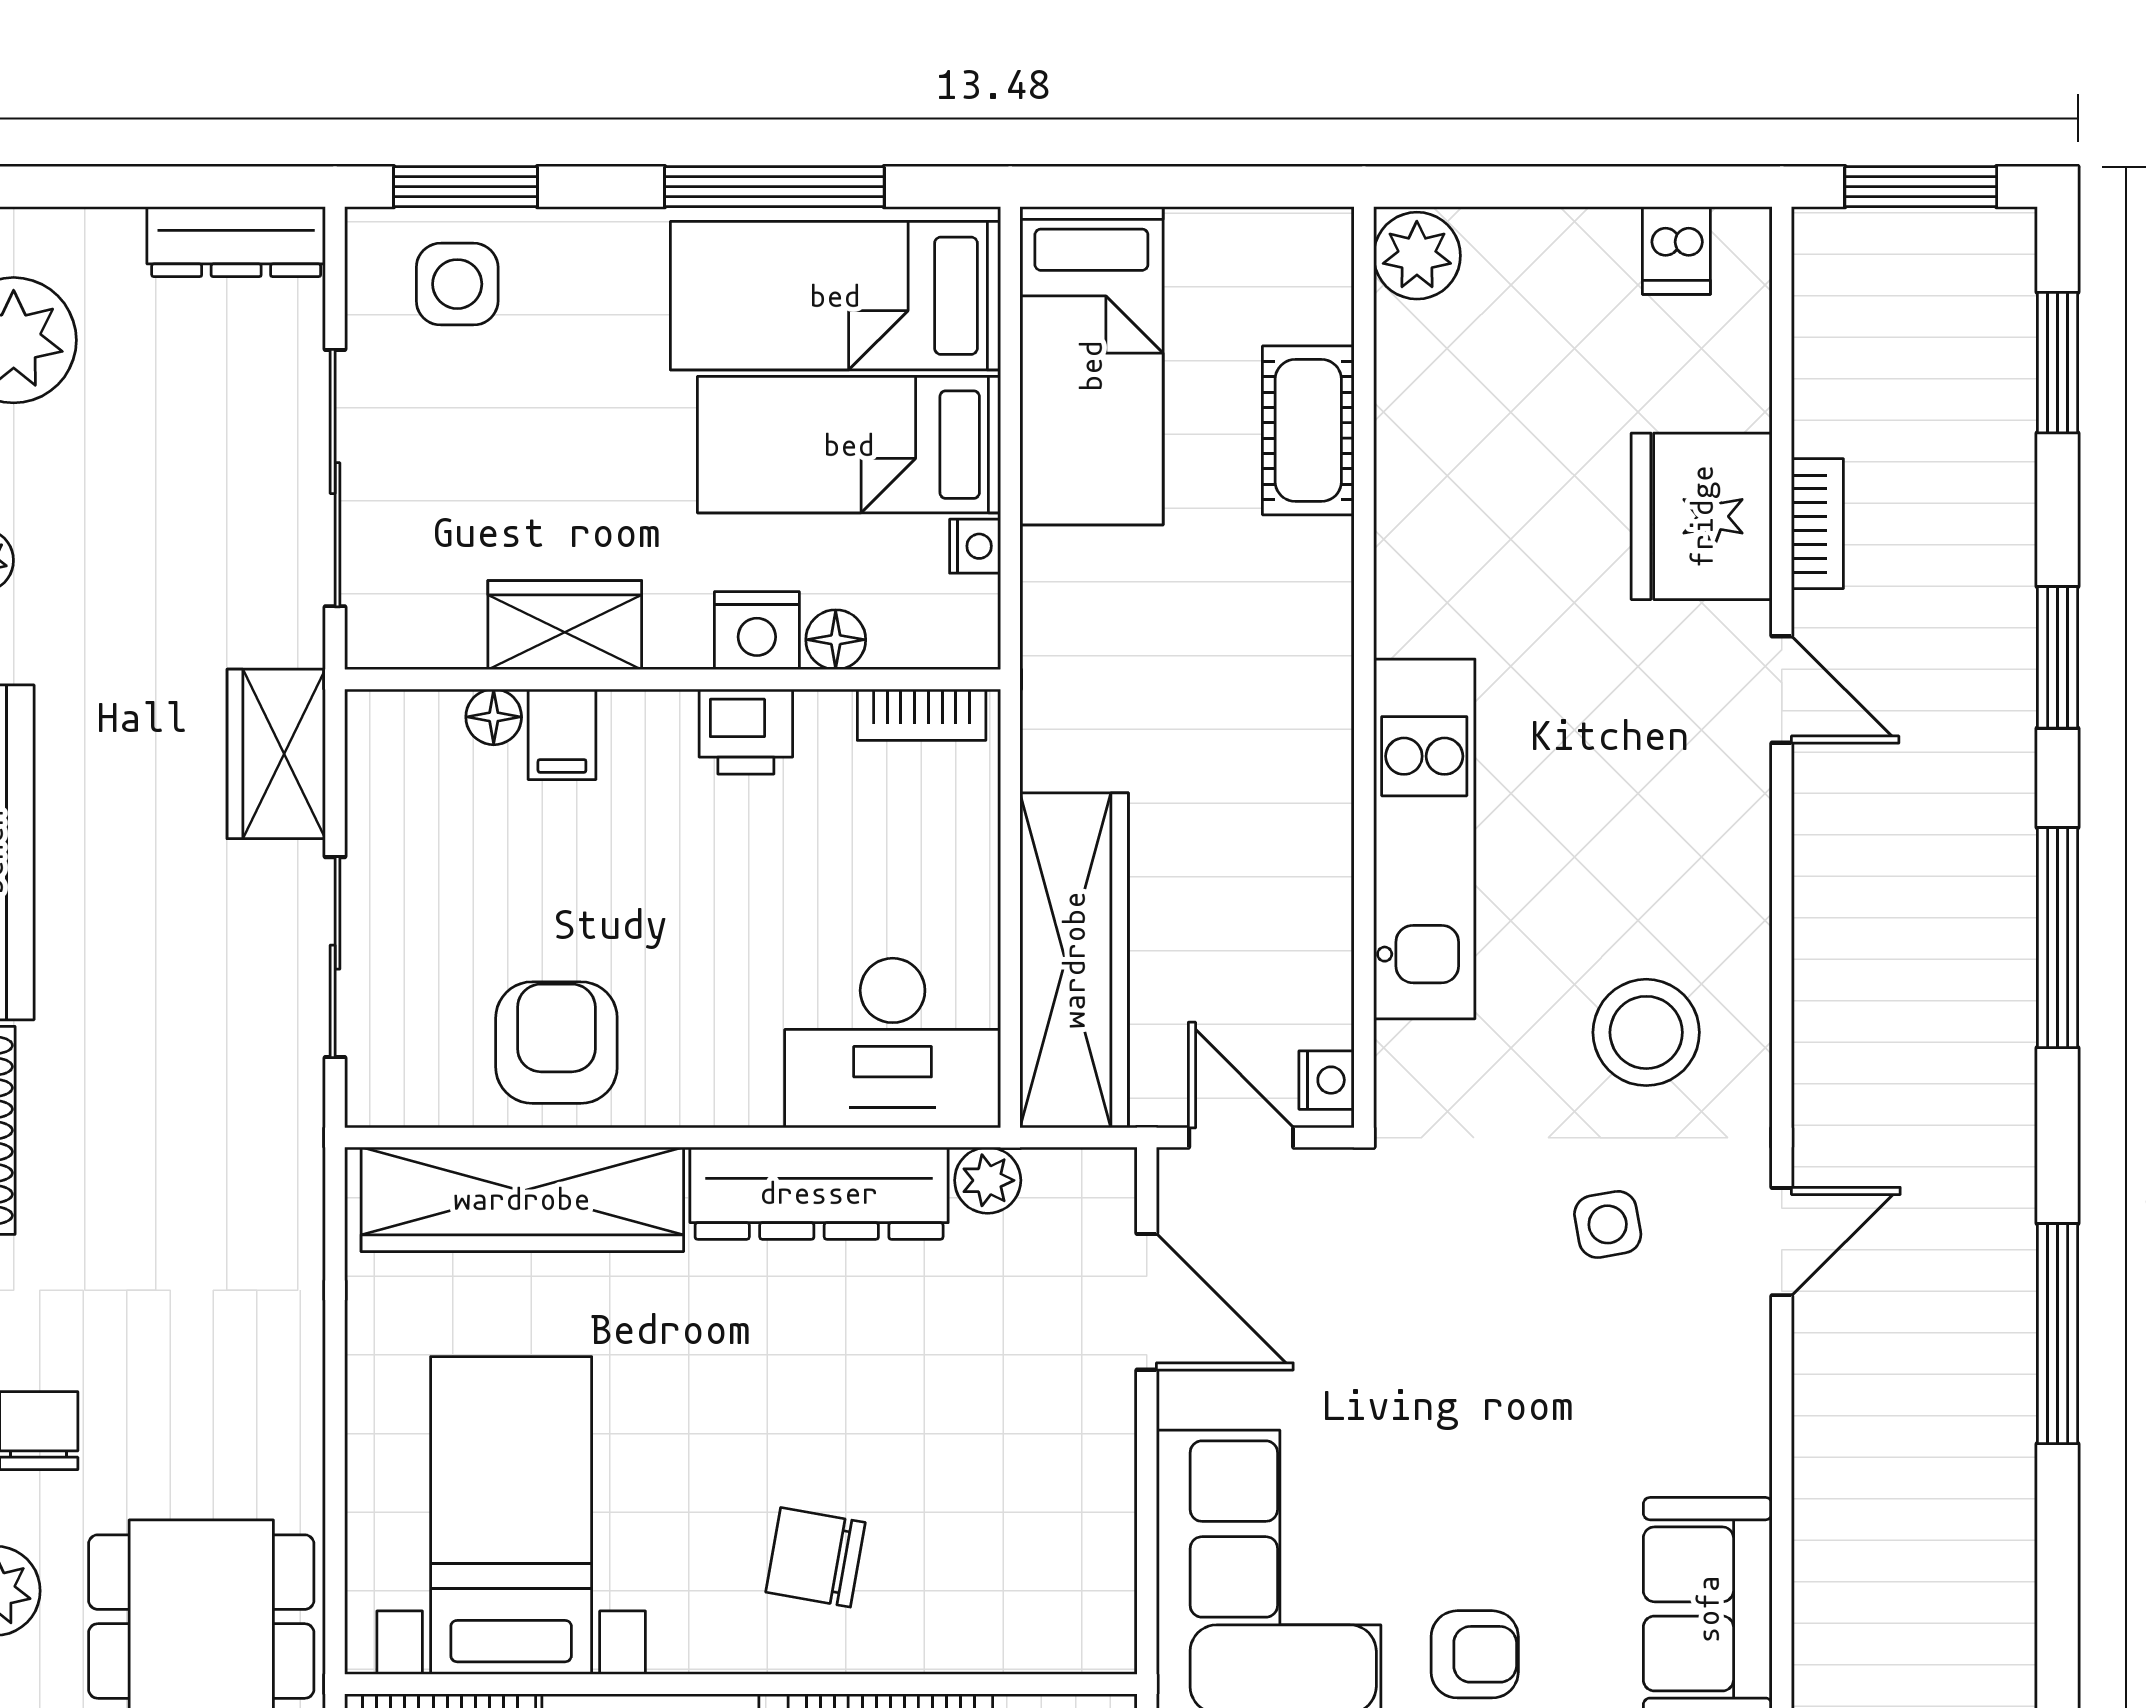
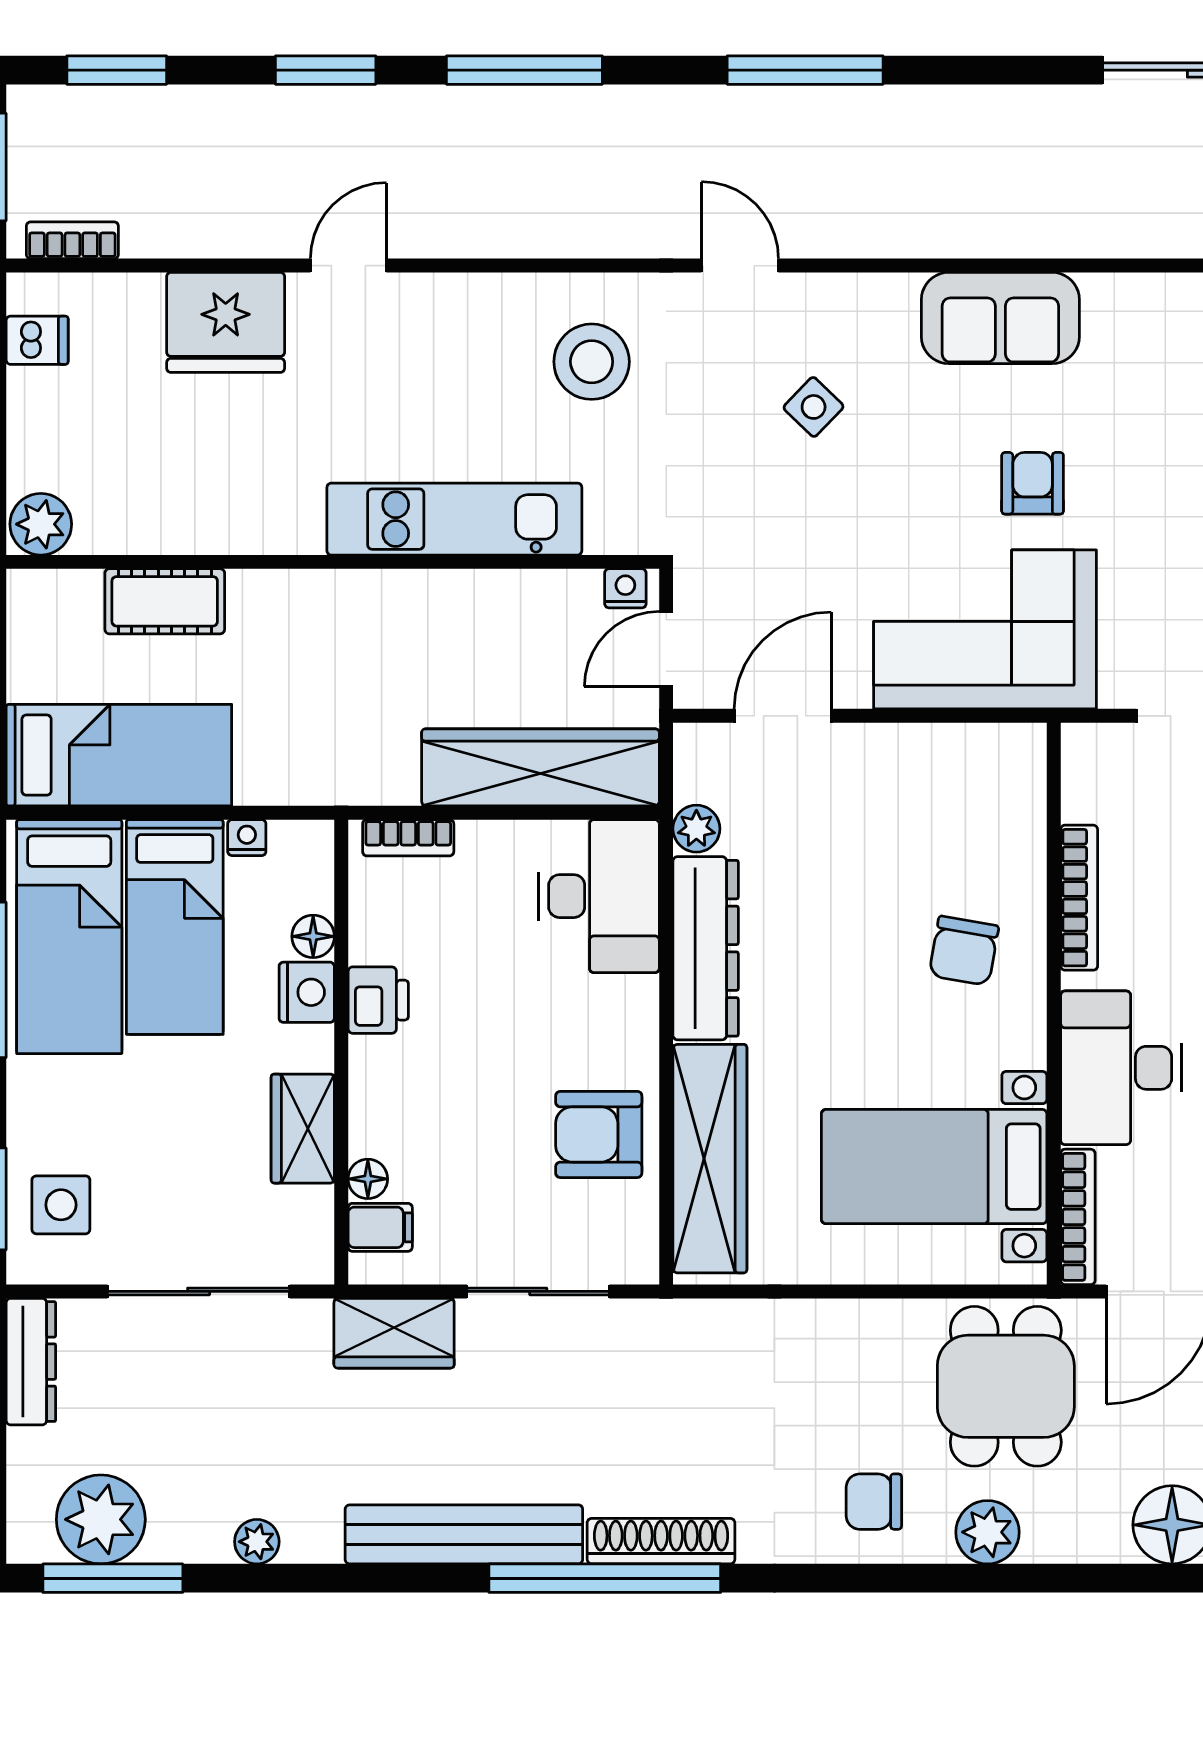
bookcase: (1817, 524) -> (72, 240), moved
bookcase: (922, 715) -> (408, 838), moved, turned 90
filing cabinet: (562, 734) -> (380, 1227), moved
side table: (1608, 1224) -> (814, 407), moved, turned -36

